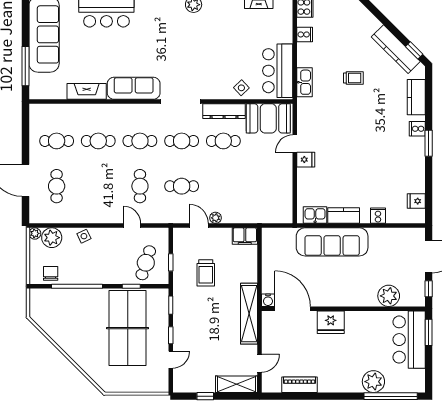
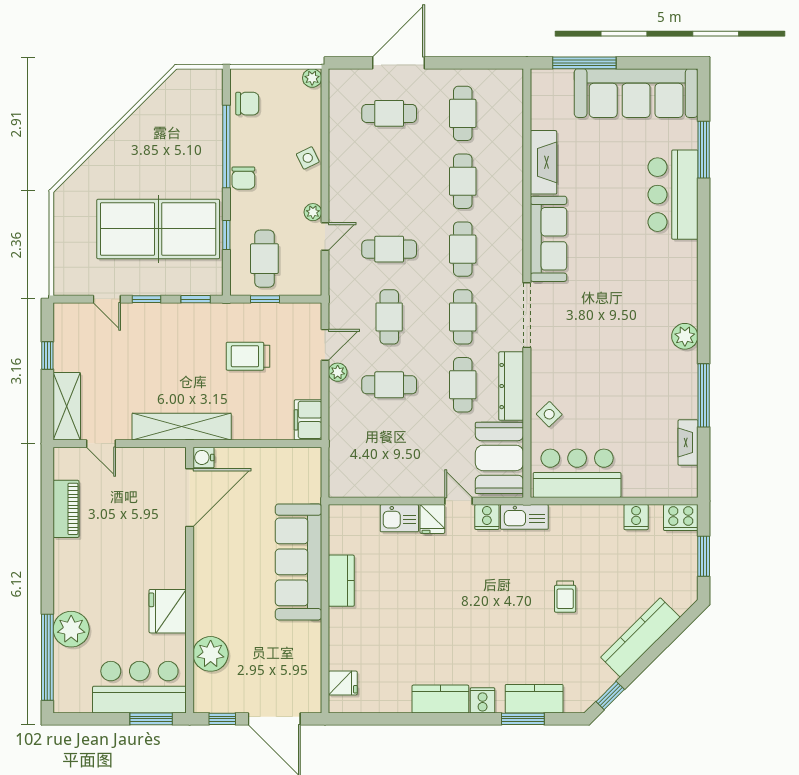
kitchen counter: (396, 49) -> (640, 637), moved
kitchen sink: (304, 82) -> (524, 517), moved
window: (429, 143) -> (523, 719), moved
kitchen counter: (416, 155) -> (440, 699), added
cafe table: (223, 186) -> (389, 385), added
fridge: (416, 201) -> (343, 683), moved, turned 90
kitchen sink: (315, 215) -> (399, 518), moved, turned 90
cooker: (378, 216) -> (487, 517), moved, turned 90
plant: (52, 238) -> (313, 212), moved, width x0.53, depth x0.53
cafe table: (146, 263) -> (264, 259), turned 72
chair: (96, 276) -> (243, 178), added
fridge: (331, 322) -> (168, 611), moved

